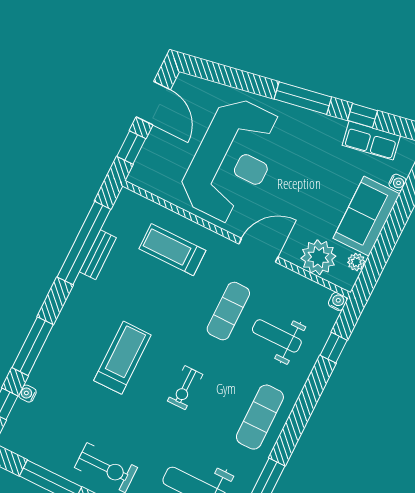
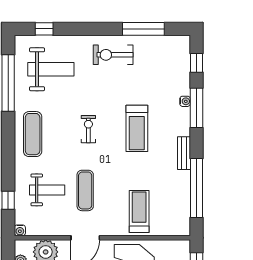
treadmill: (172, 250) -> (139, 211), turned -90
bench: (98, 255) -> (184, 153), moved
water cooler: (27, 394) -> (185, 101), moved

